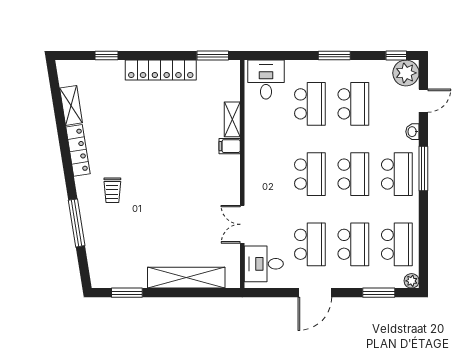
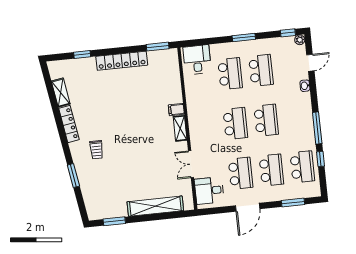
plant: (406, 73) -> (300, 40), width x0.53, depth x0.53
shelving: (232, 119) -> (180, 128), moved
window: (423, 169) -> (317, 128), moved
school desk: (397, 174) -> (297, 117), removed
window: (77, 223) -> (73, 176), width x0.69
window: (423, 236) -> (320, 159), added
plant: (412, 281) -> (315, 192), removed

